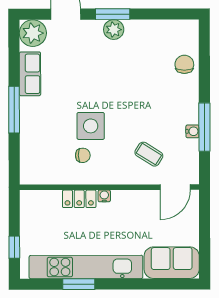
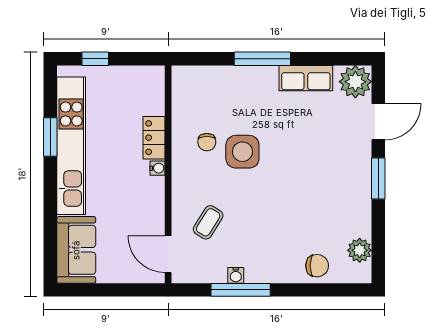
plant: (114, 30) -> (360, 250), moved

